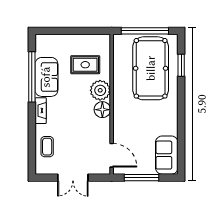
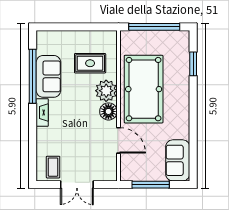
pool table: (151, 68) -> (144, 89), moved
coffee table: (47, 147) -> (53, 167), moved
door: (112, 155) -> (119, 140), moved

